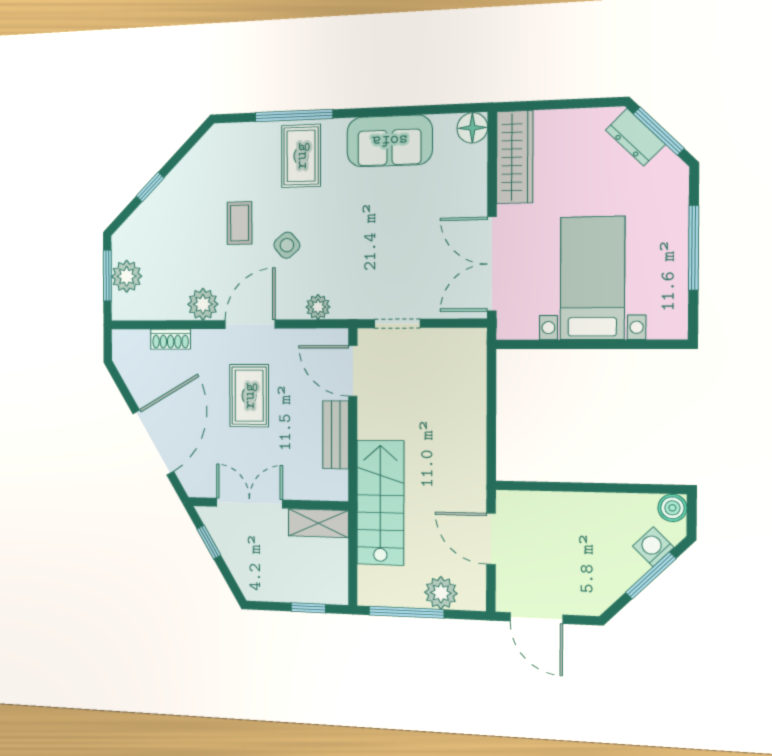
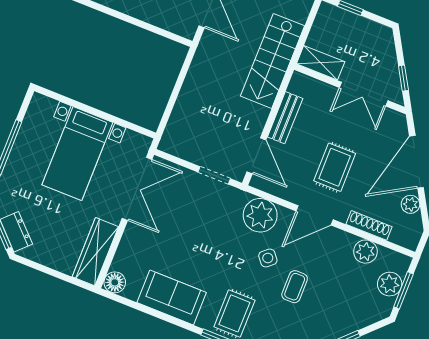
plant: (203, 304) -> (365, 252), moved
plant: (318, 307) -> (260, 215), width x1.88, depth x1.88
shoe rack: (171, 339) -> (369, 225), width x1.43
plant: (140, 386) -> (410, 204), added

